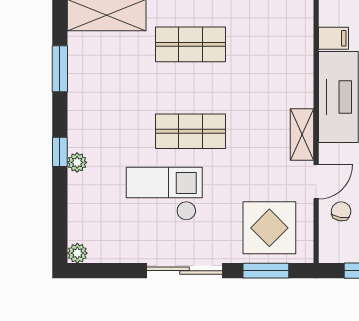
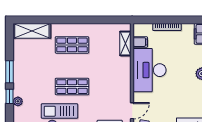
window: (60, 69) -> (10, 72), moved
shelving: (302, 134) -> (125, 43), moved

